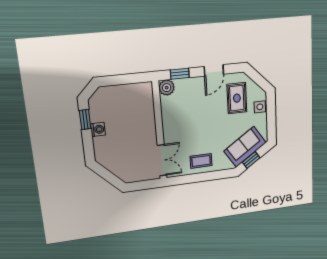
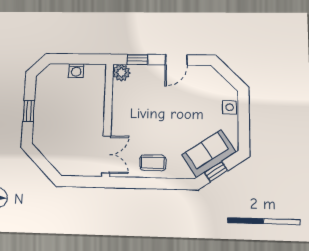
rug: (237, 98) -> (202, 94), removed
window: (85, 119) -> (29, 111), moved
washing machine: (98, 129) -> (76, 71), moved, turned 90

